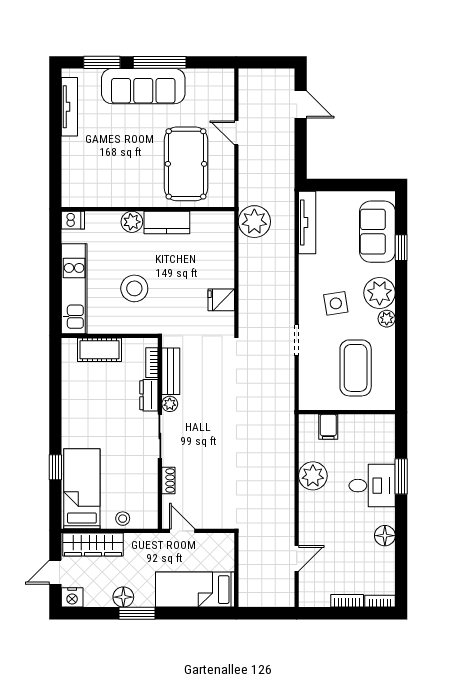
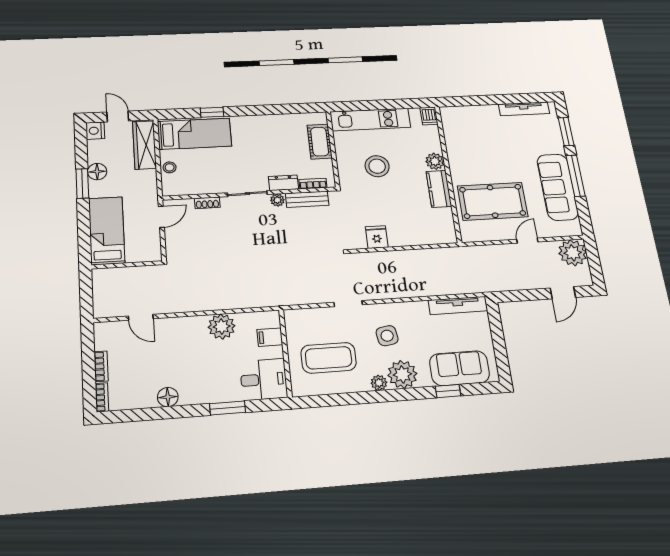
sofa: (143, 86) -> (558, 187), moved
plant: (254, 222) -> (573, 253), moved
desk: (372, 486) -> (264, 379), moved, turned -90

